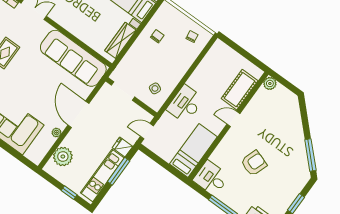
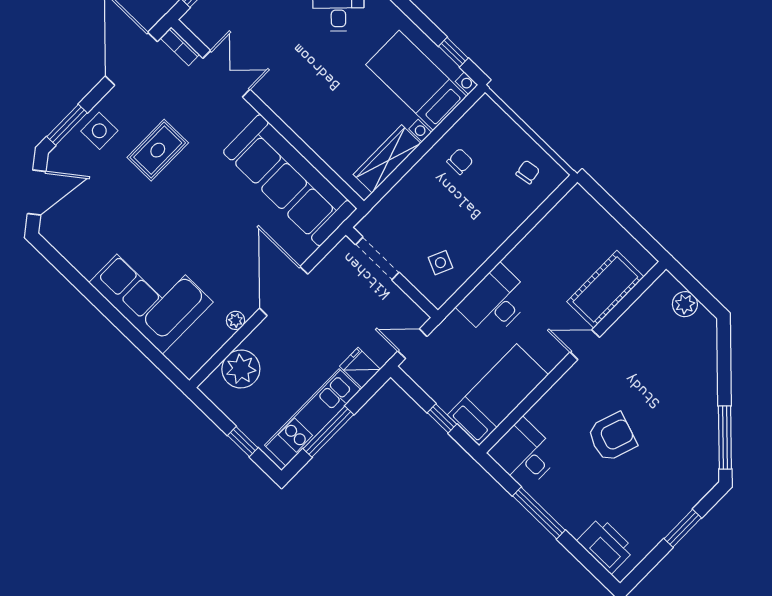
plant: (270, 83) -> (685, 304), moved
window: (167, 166) -> (442, 418), added
window: (119, 171) -> (328, 432), moved

